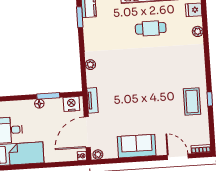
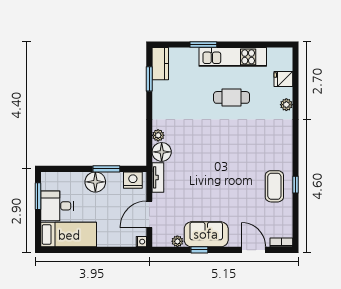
floor lamp: (94, 79) -> (162, 152), added
floor lamp: (39, 104) -> (95, 182), width x1.89, depth x1.89
door: (87, 132) -> (149, 214), width x0.73
plant: (98, 155) -> (177, 241), moved
window: (132, 160) -> (199, 250), added

